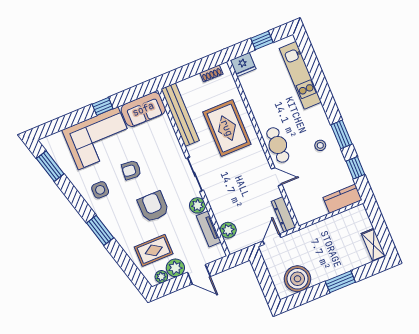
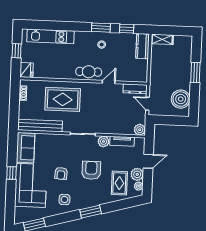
armchair: (153, 207) -> (91, 170), turned 90
plant: (228, 230) -> (140, 130), moved
shelving: (373, 245) -> (162, 39), moved

